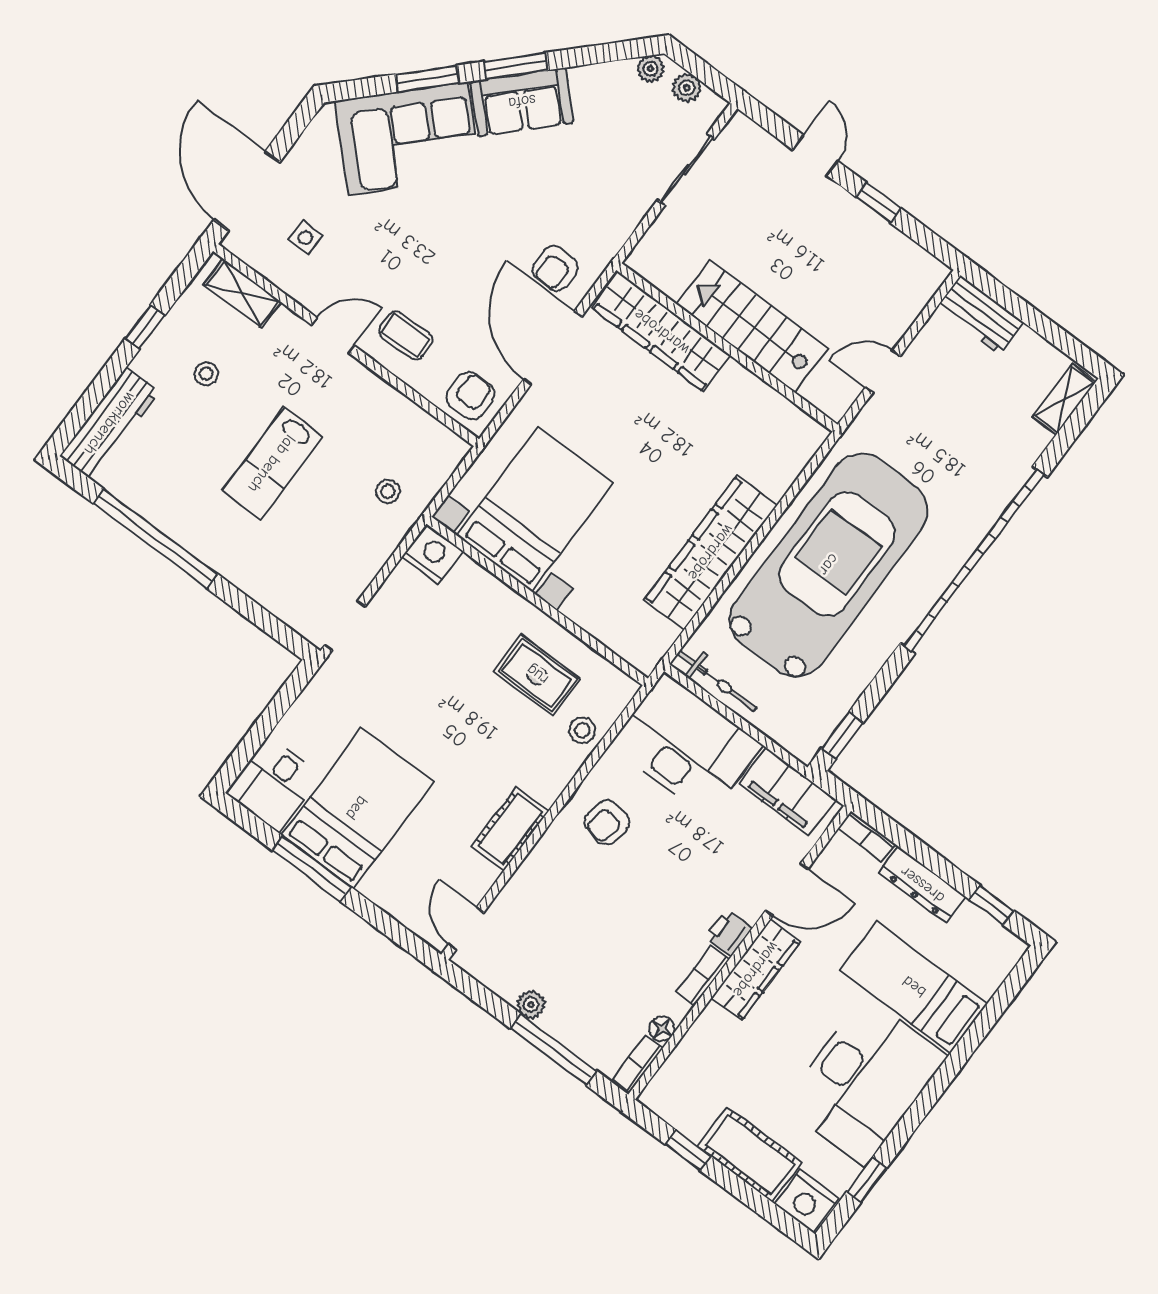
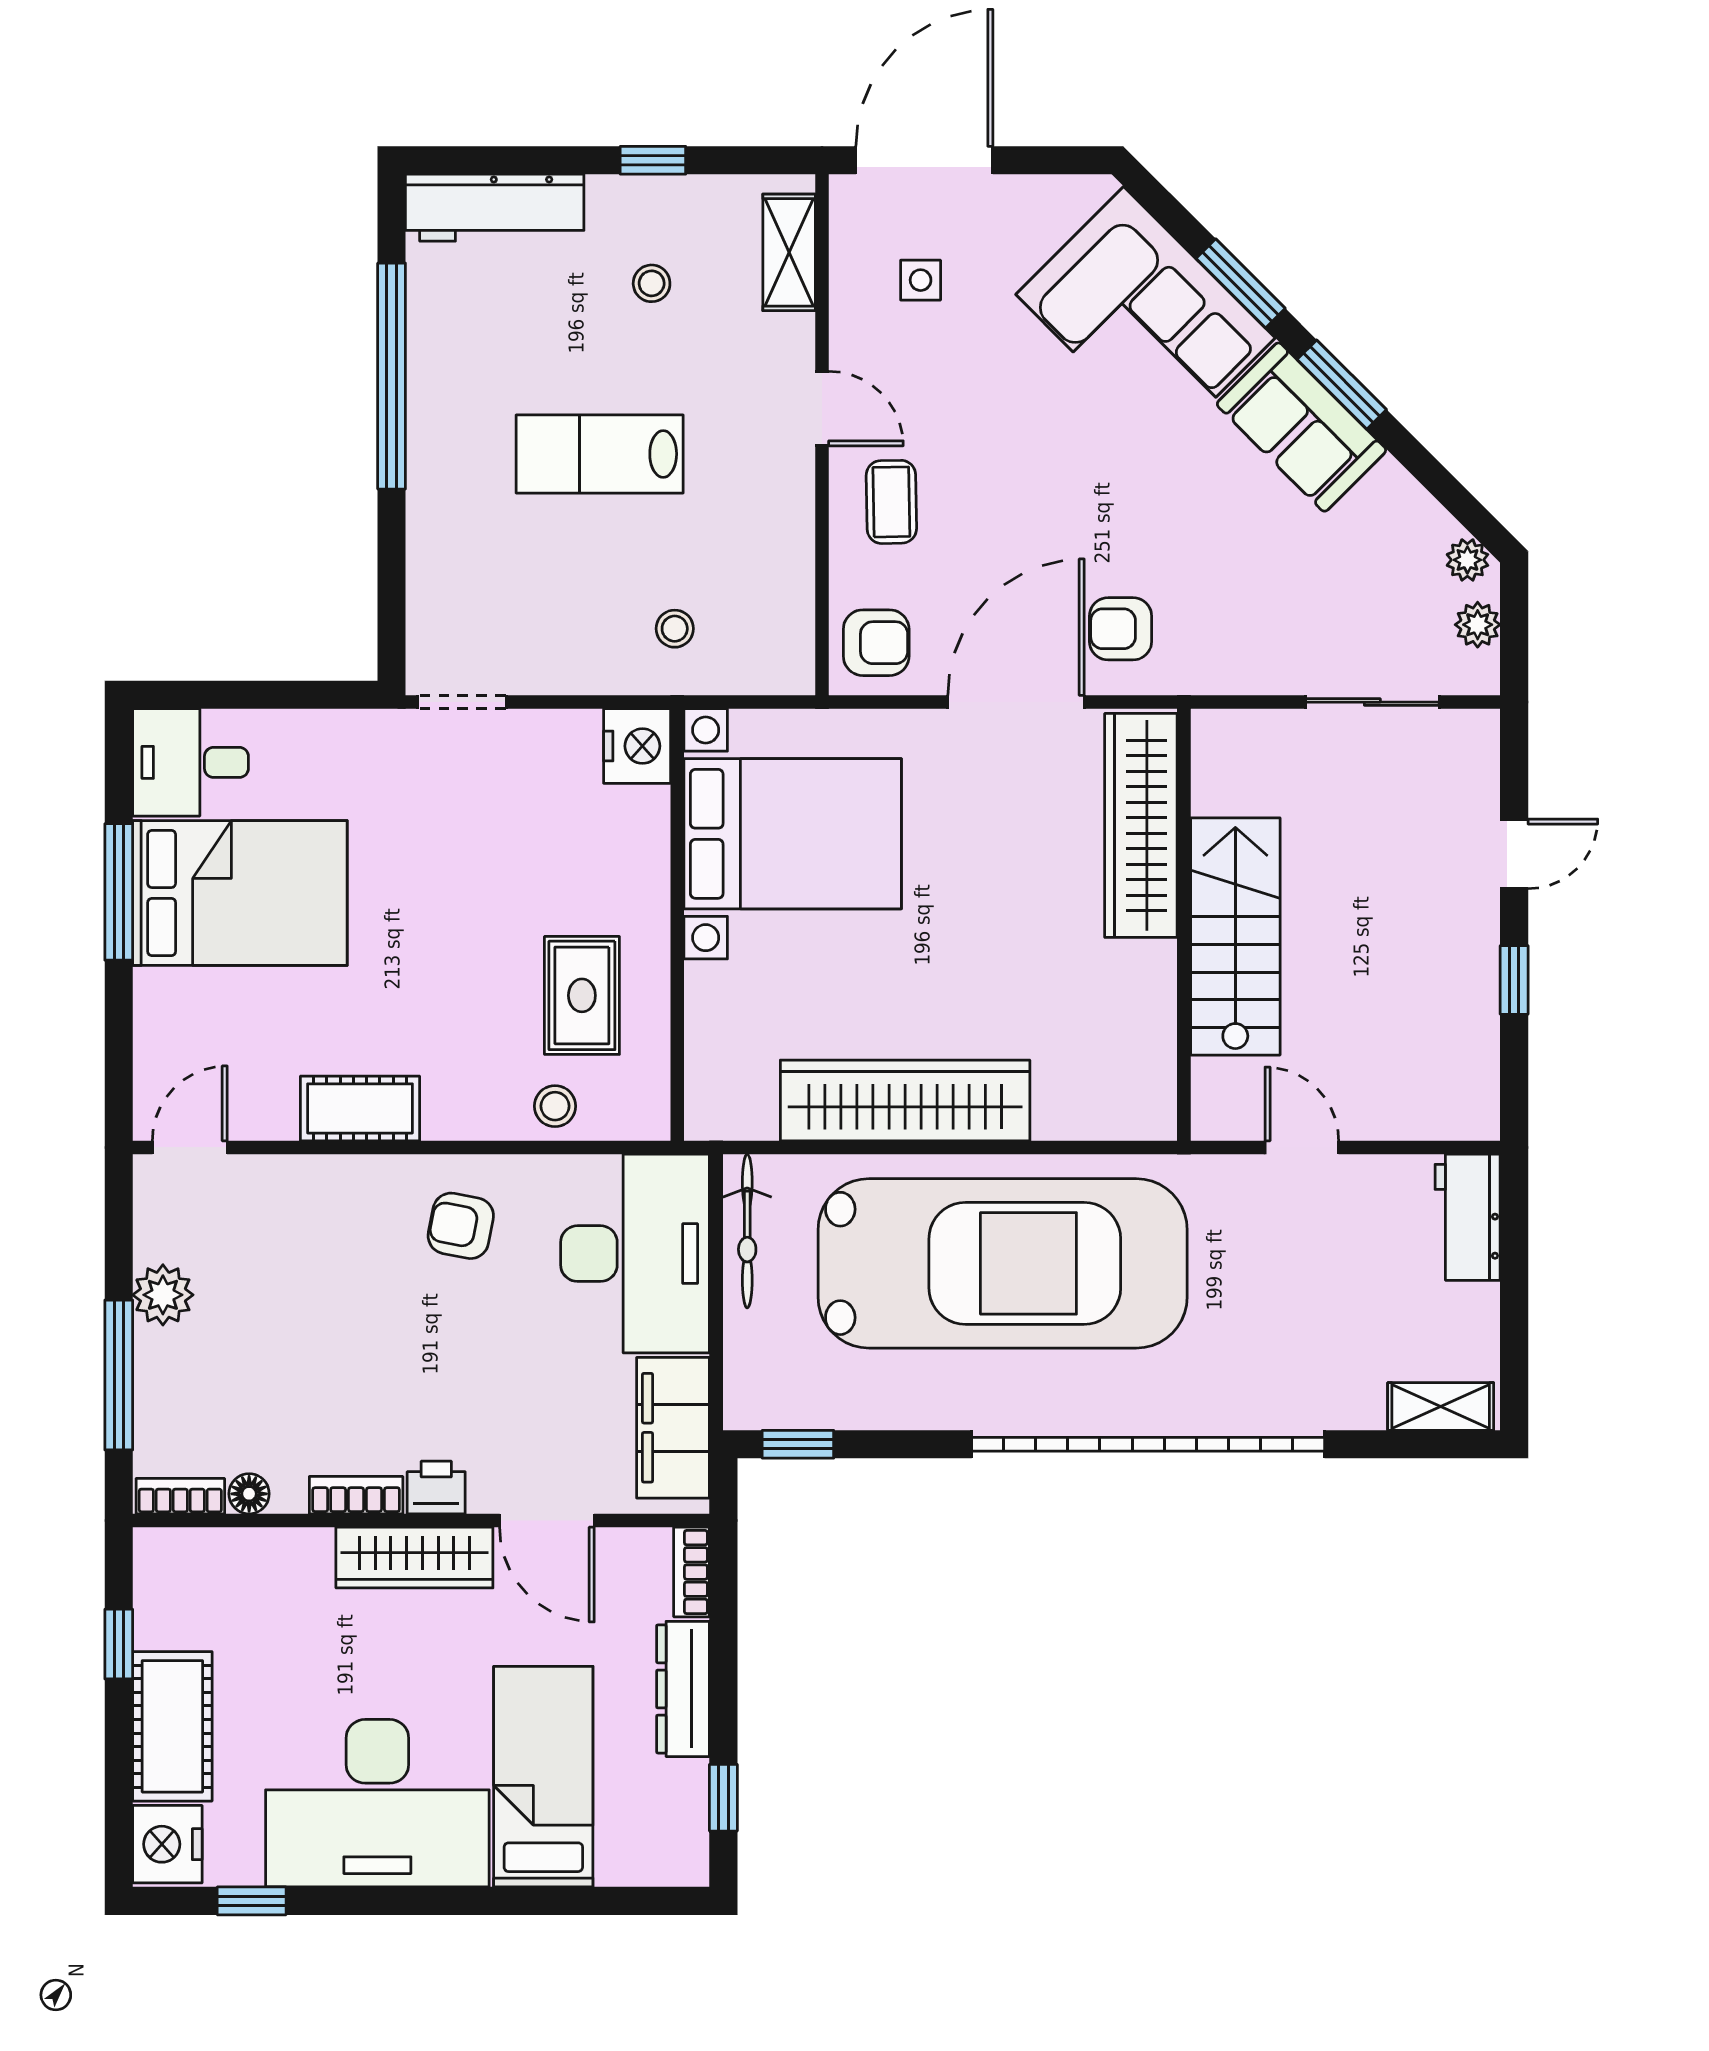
plant: (531, 1005) -> (163, 1295), width x1.38, depth x1.38

